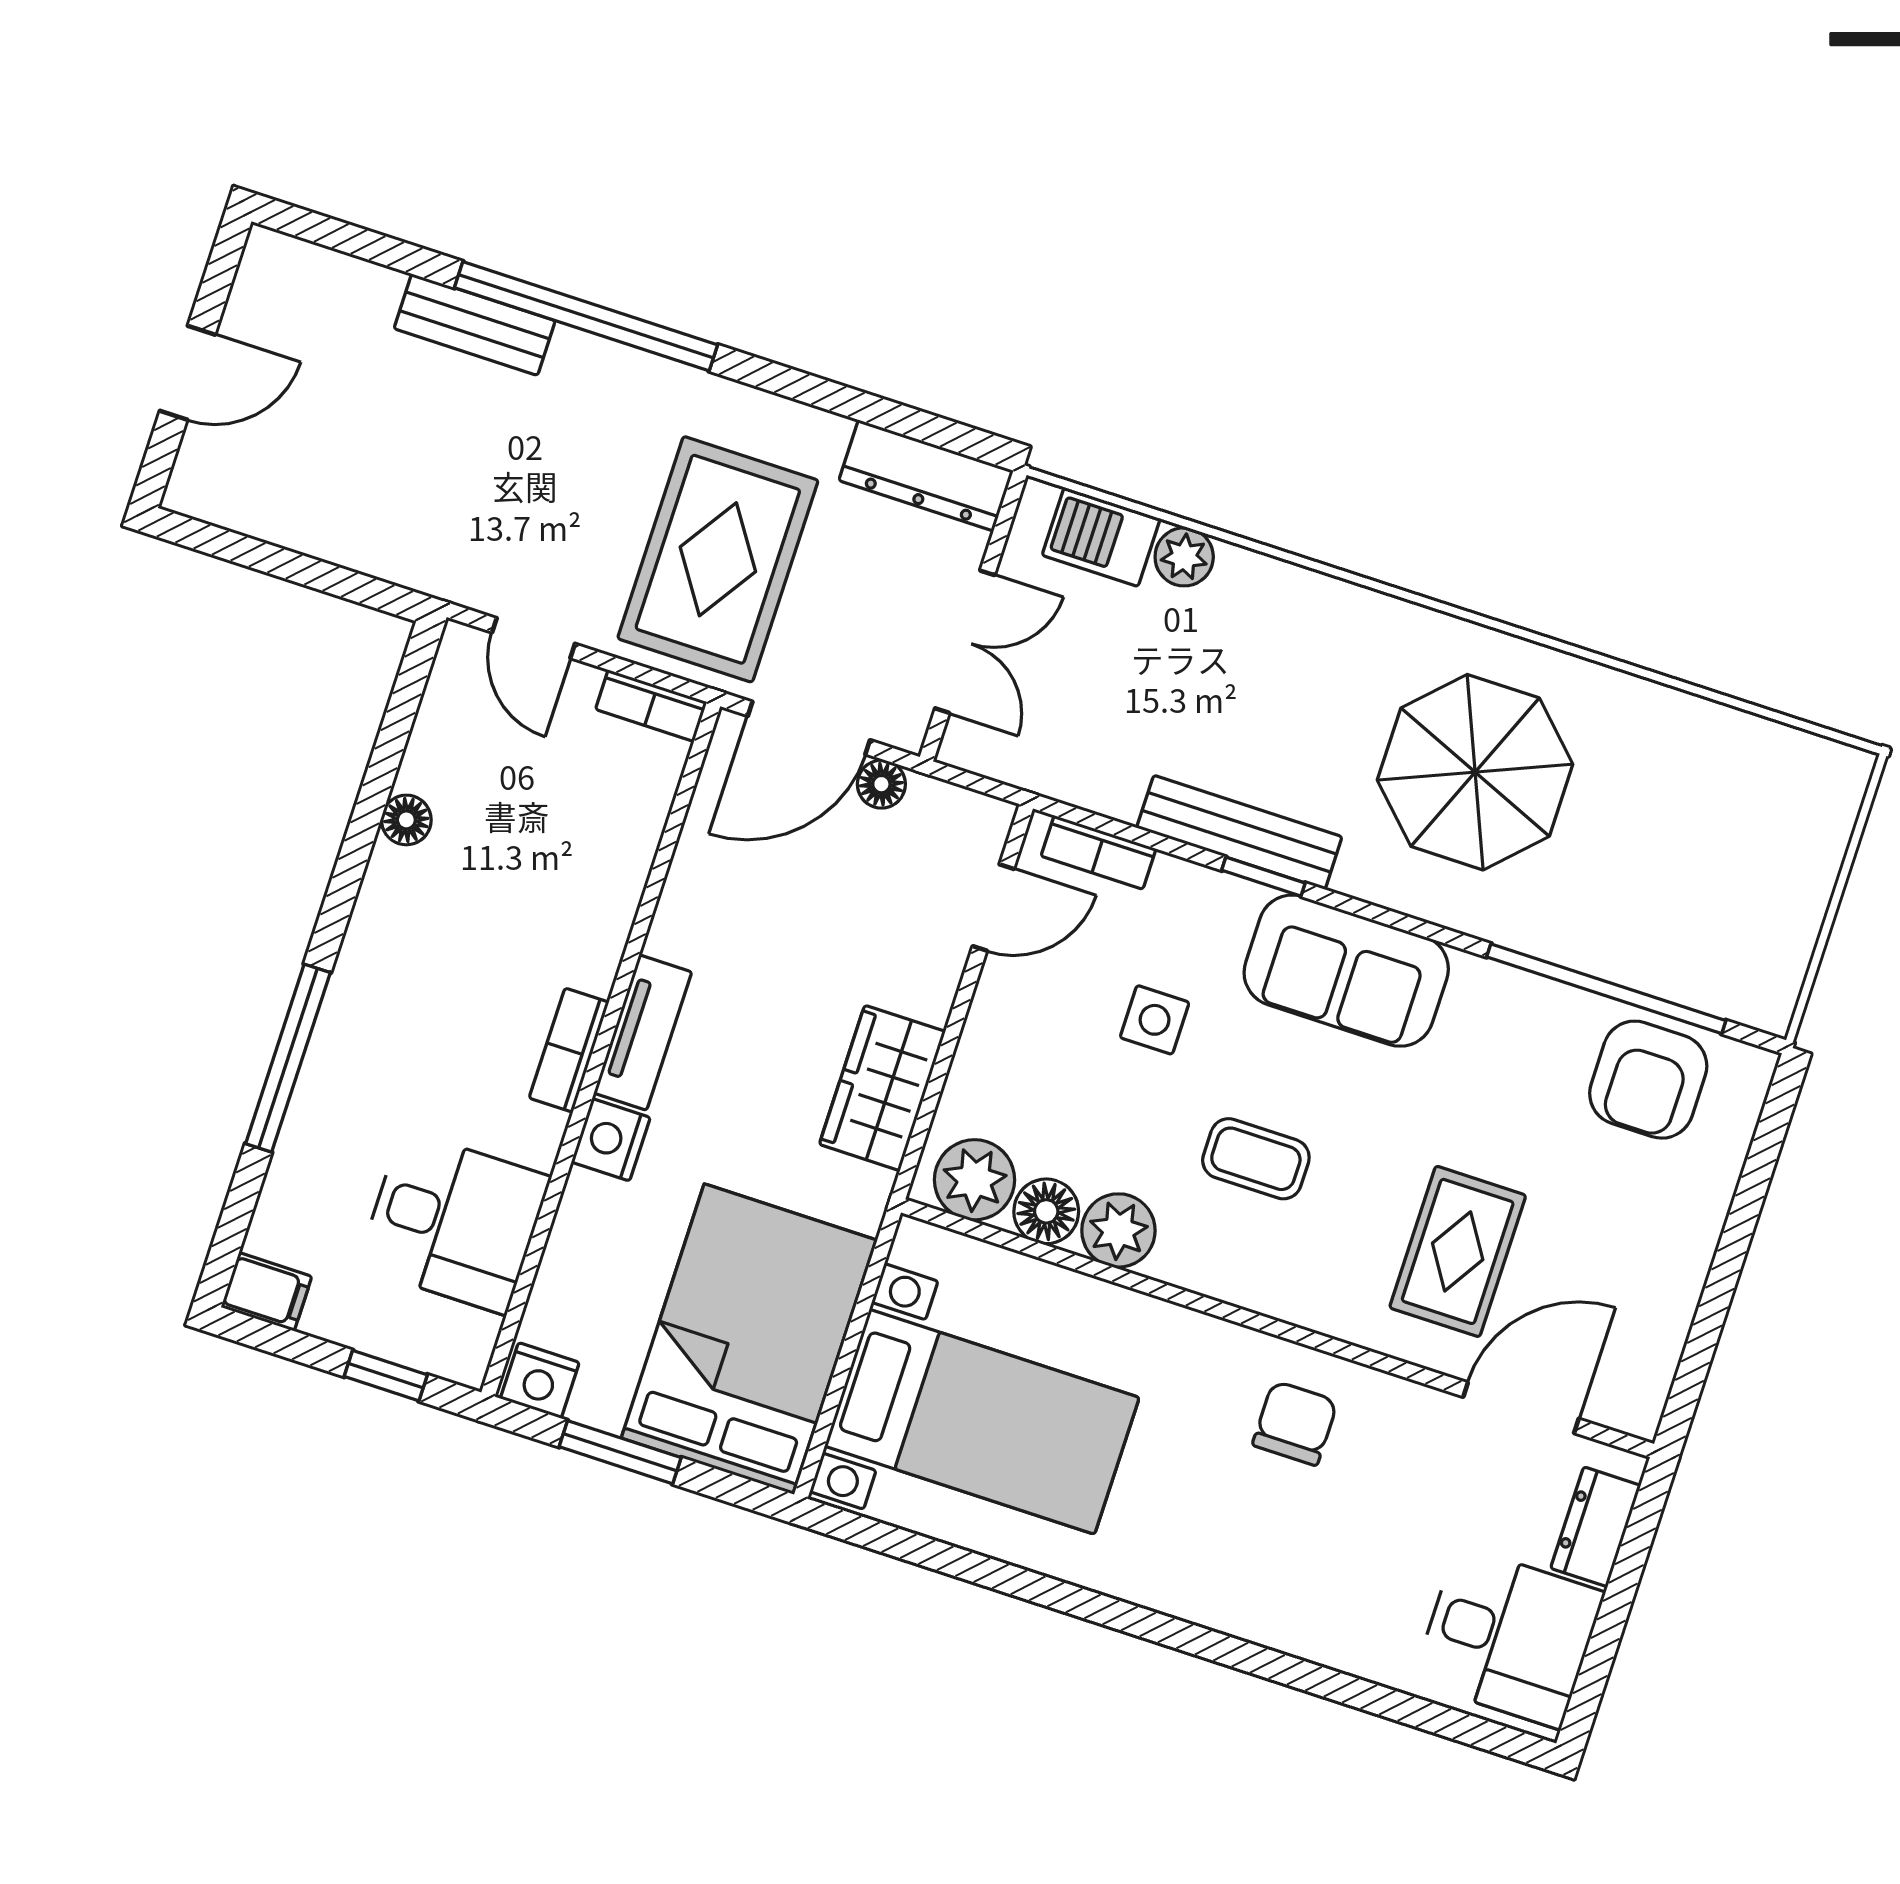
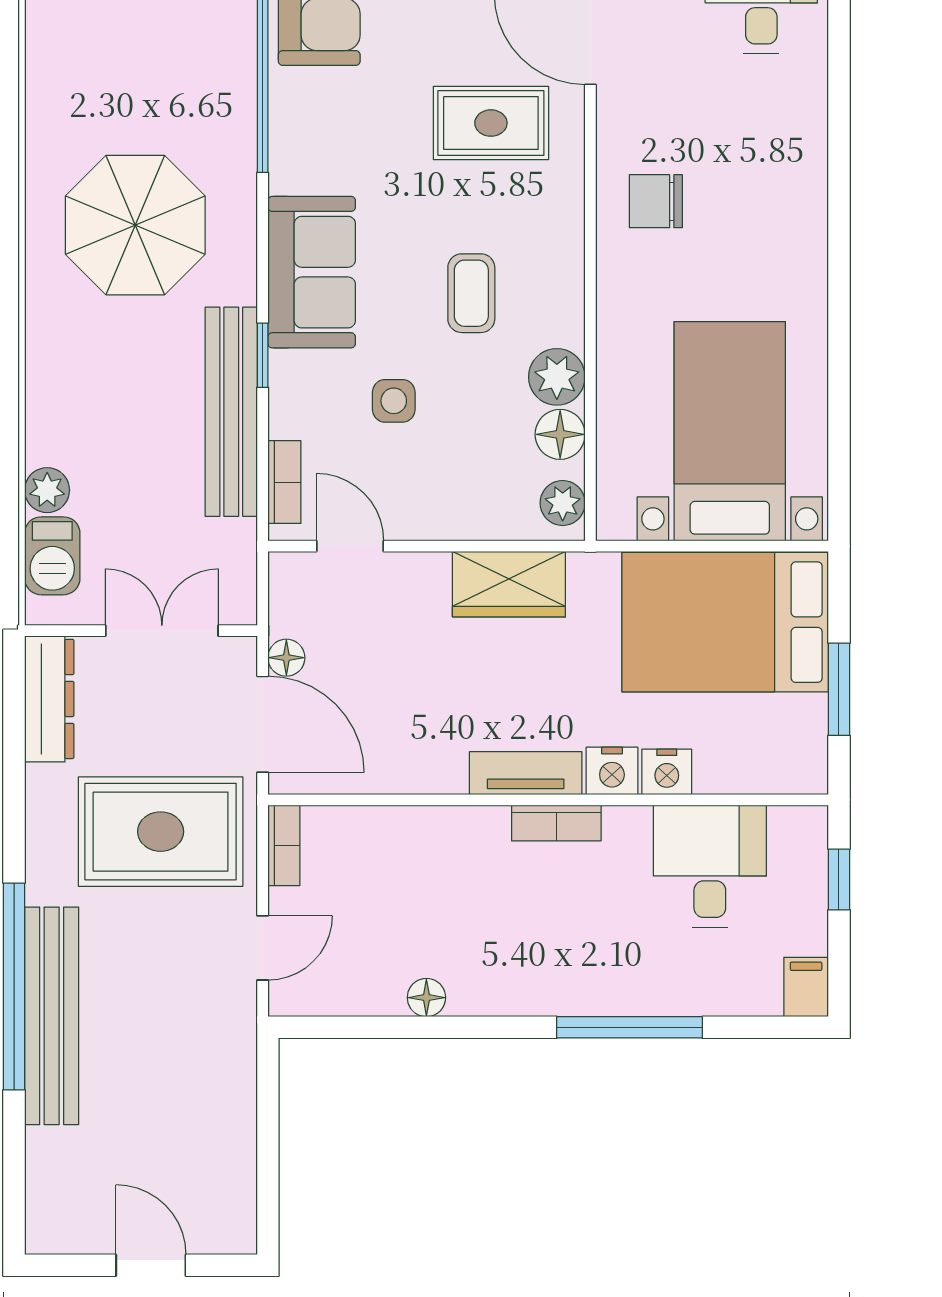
bench: (475, 325) -> (52, 1016), width x1.86, depth x1.21
bench: (1239, 832) -> (231, 412), width x1.37, depth x1.21
plant: (975, 1180) -> (563, 503), width x0.73, depth x0.73
nightstand: (540, 1380) -> (667, 772), moved, turned 90

